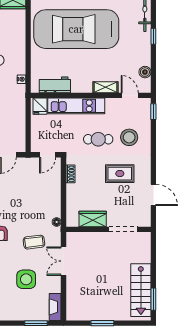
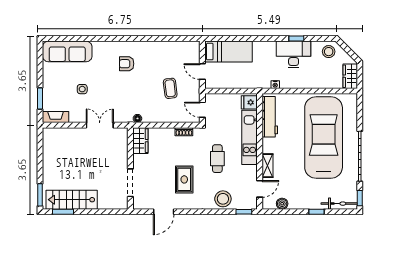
workbench: (55, 85) -> (270, 117), width x1.38
stool: (129, 137) -> (223, 199), moved
wardrobe: (93, 219) -> (140, 141), moved
coffee table: (34, 242) -> (170, 88), moved
side table: (26, 279) -> (82, 89), width x0.54, depth x0.54
window: (102, 323) -> (40, 195), moved

